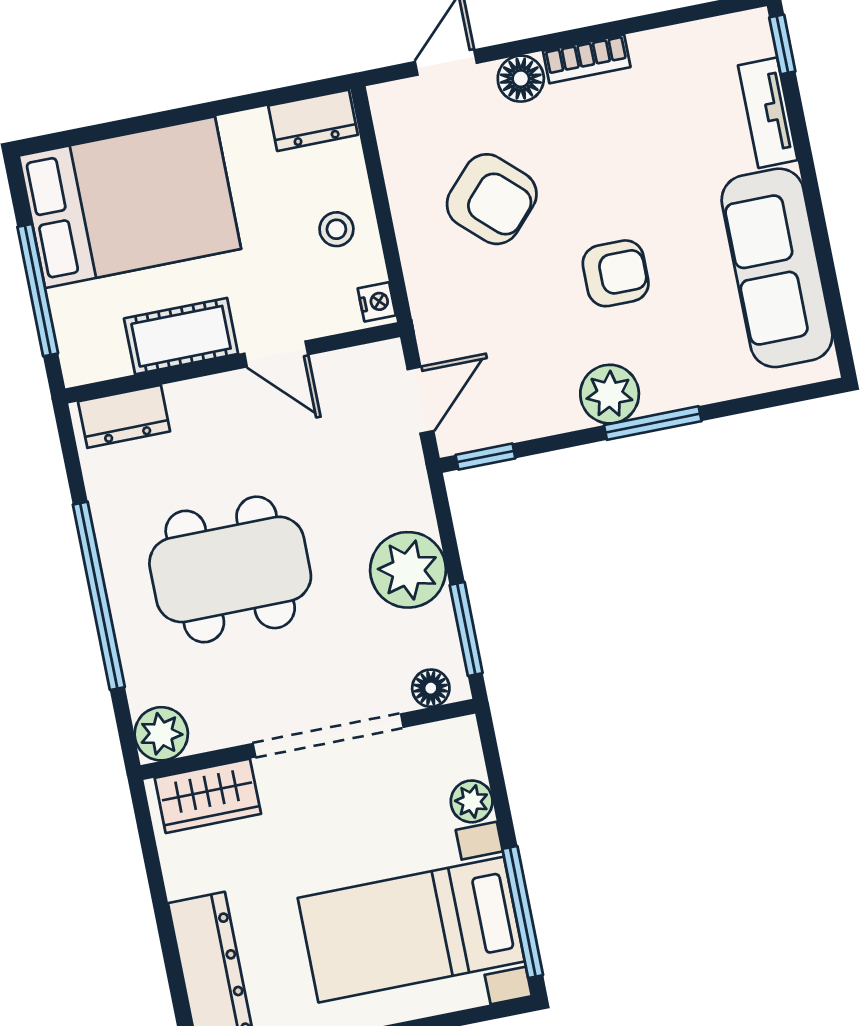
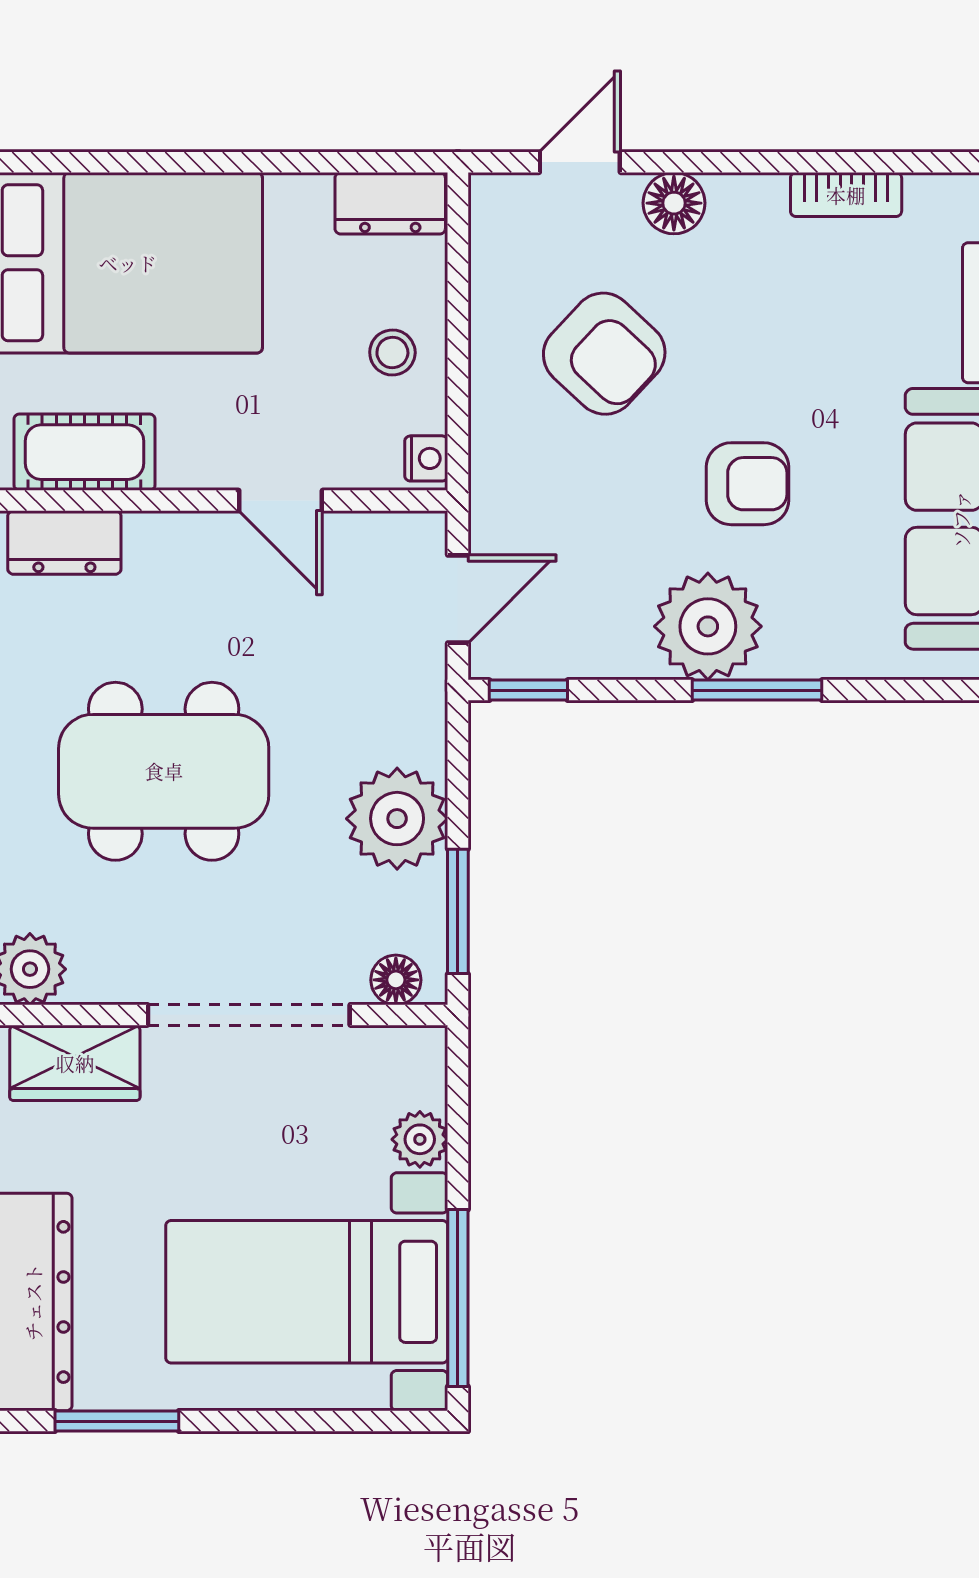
bookcase: (587, 59) -> (846, 195), moved
cot: (181, 336) -> (84, 452), moved
plant: (610, 394) -> (708, 626), width x1.36, depth x1.36

